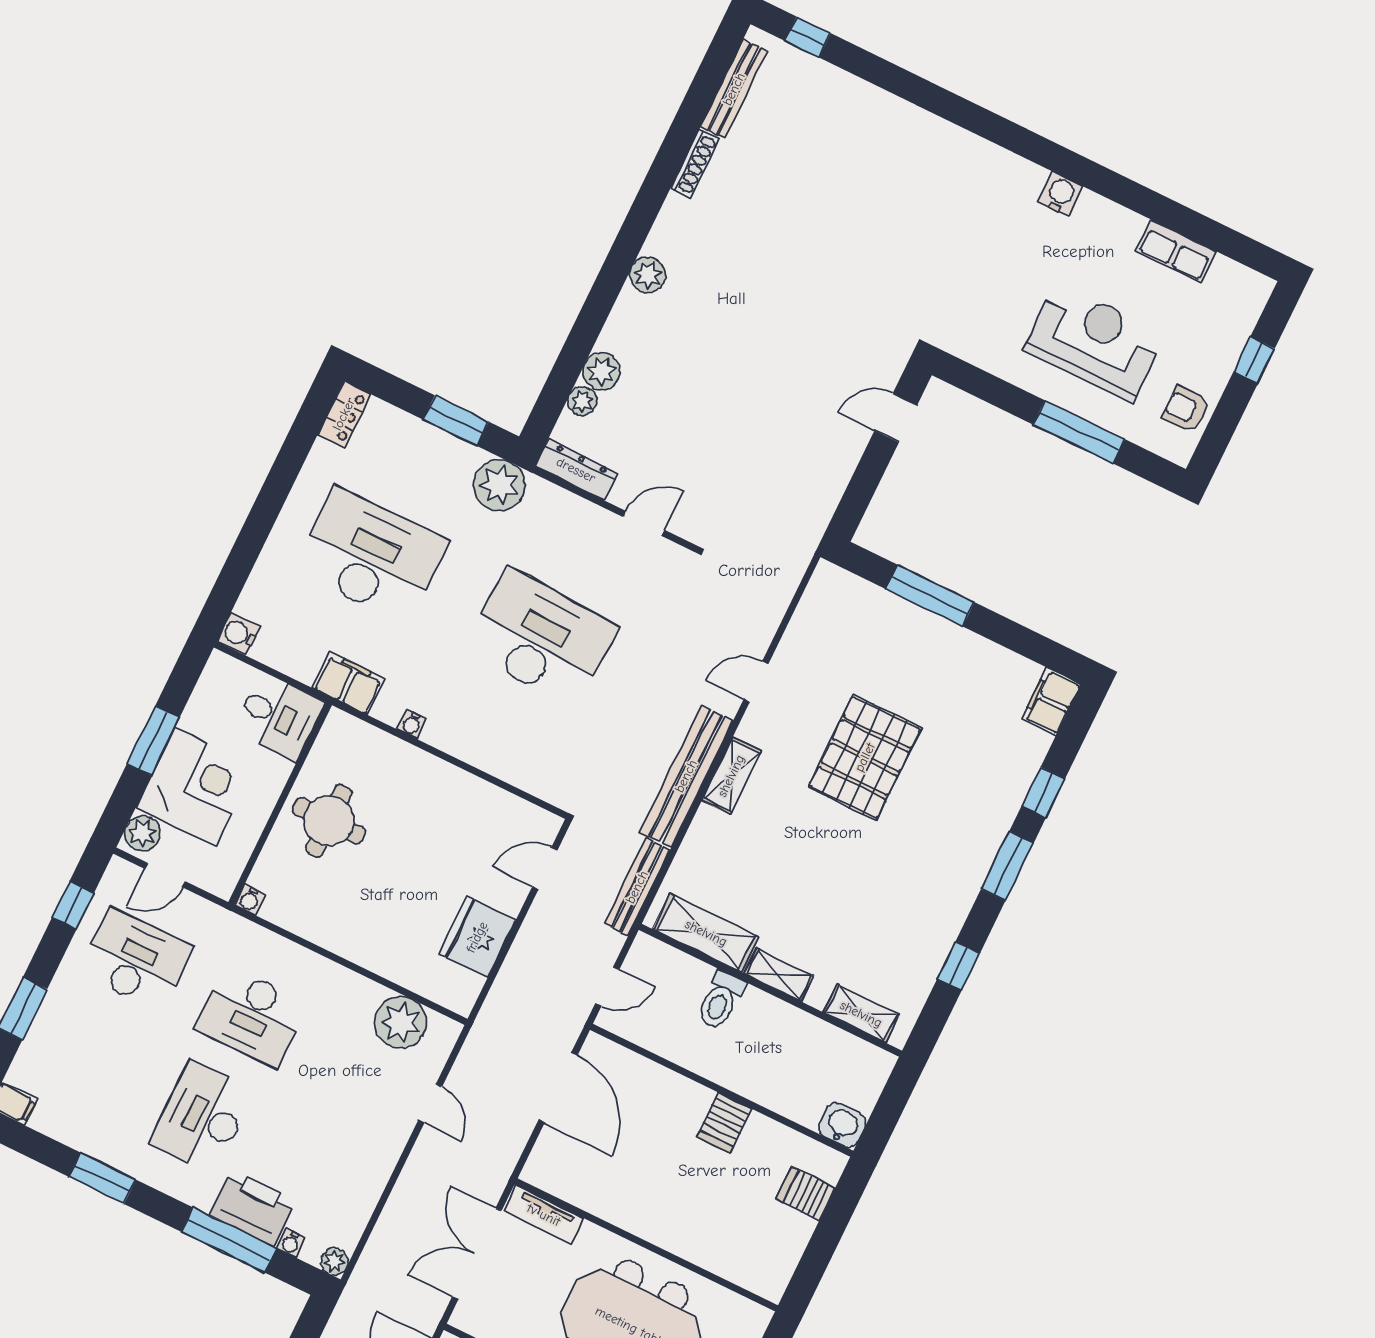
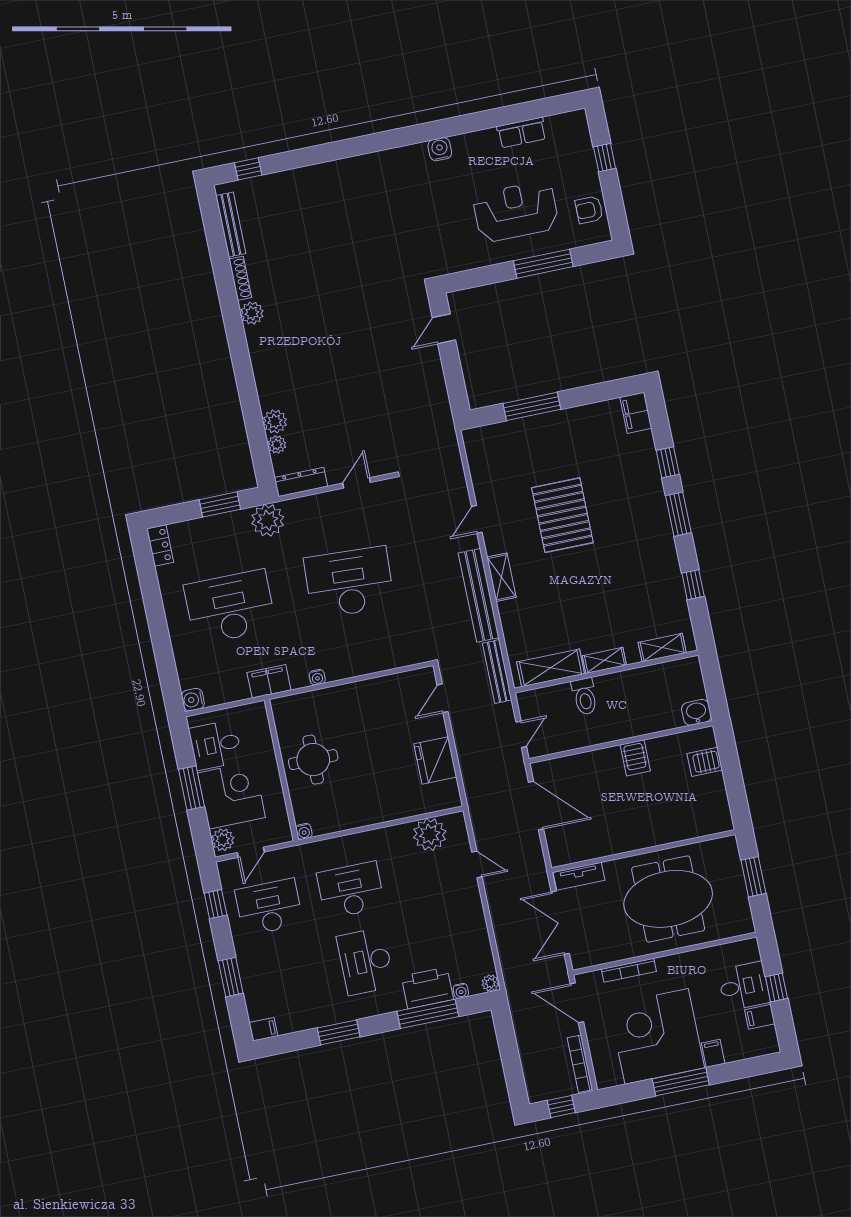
plant: (648, 275) -> (252, 313), moved
desk: (278, 717) -> (216, 745), moved, turned 180
desk: (252, 1016) -> (351, 890), turned 180

